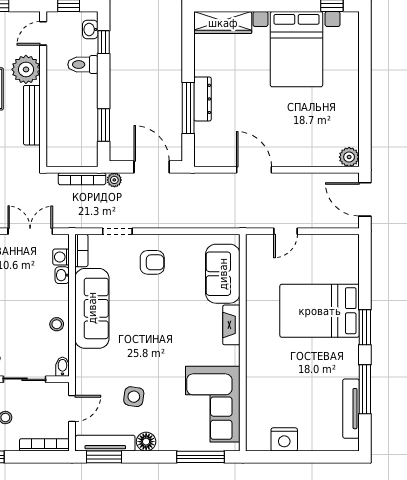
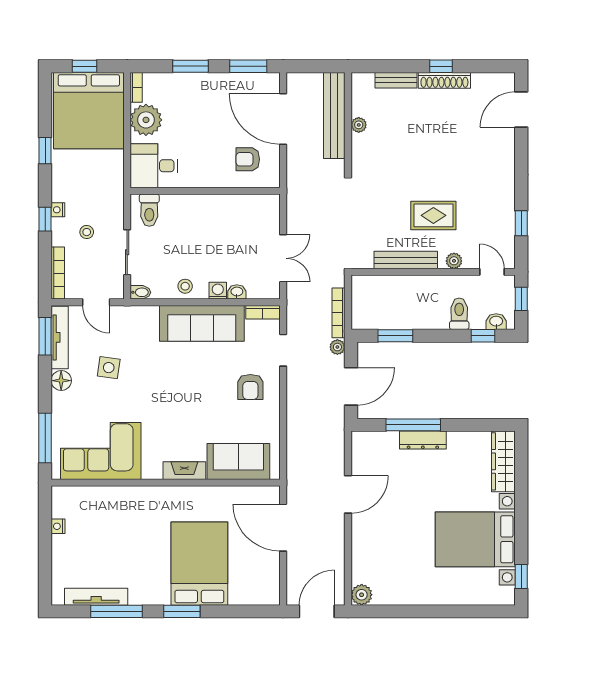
plant: (26, 69) -> (454, 261), width x0.53, depth x0.53
door: (285, 231) -> (283, 528), width x1.88
washing machine: (61, 257) -> (218, 291), moved
nightstand: (284, 439) -> (58, 526), width x0.53, depth x0.56

